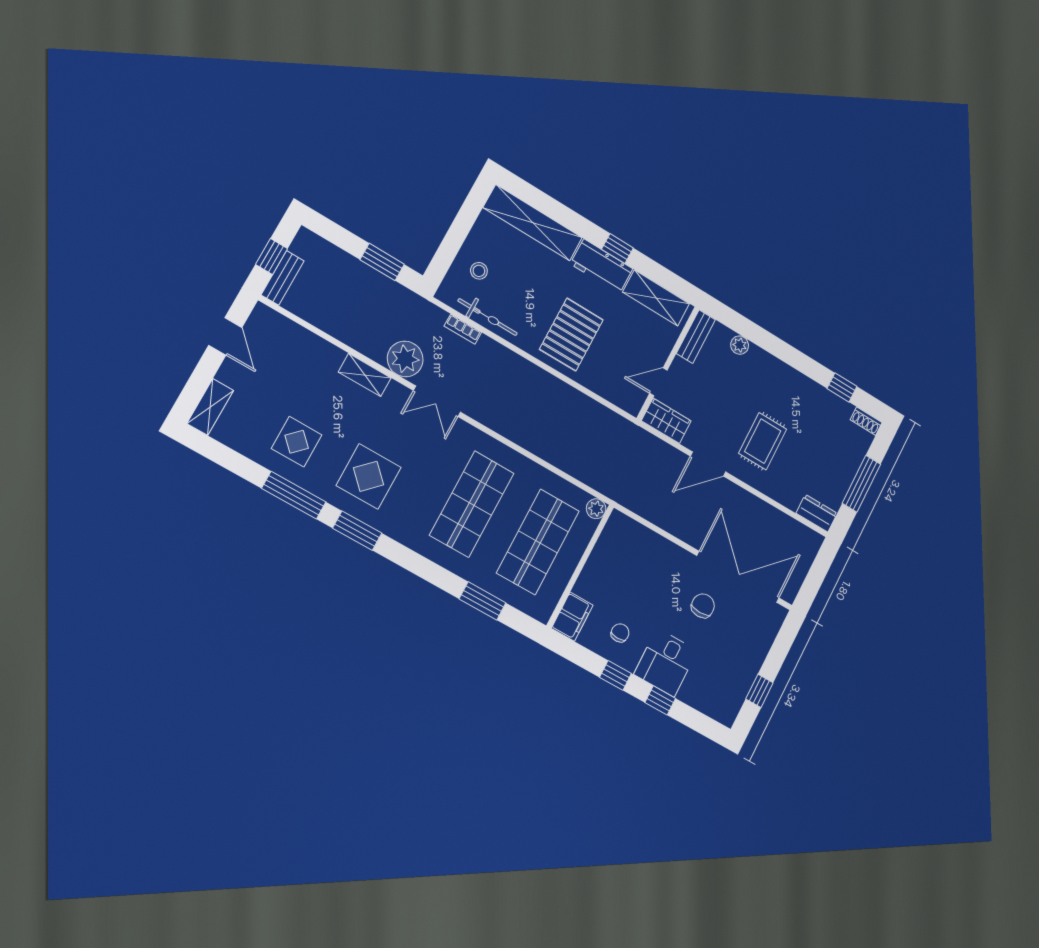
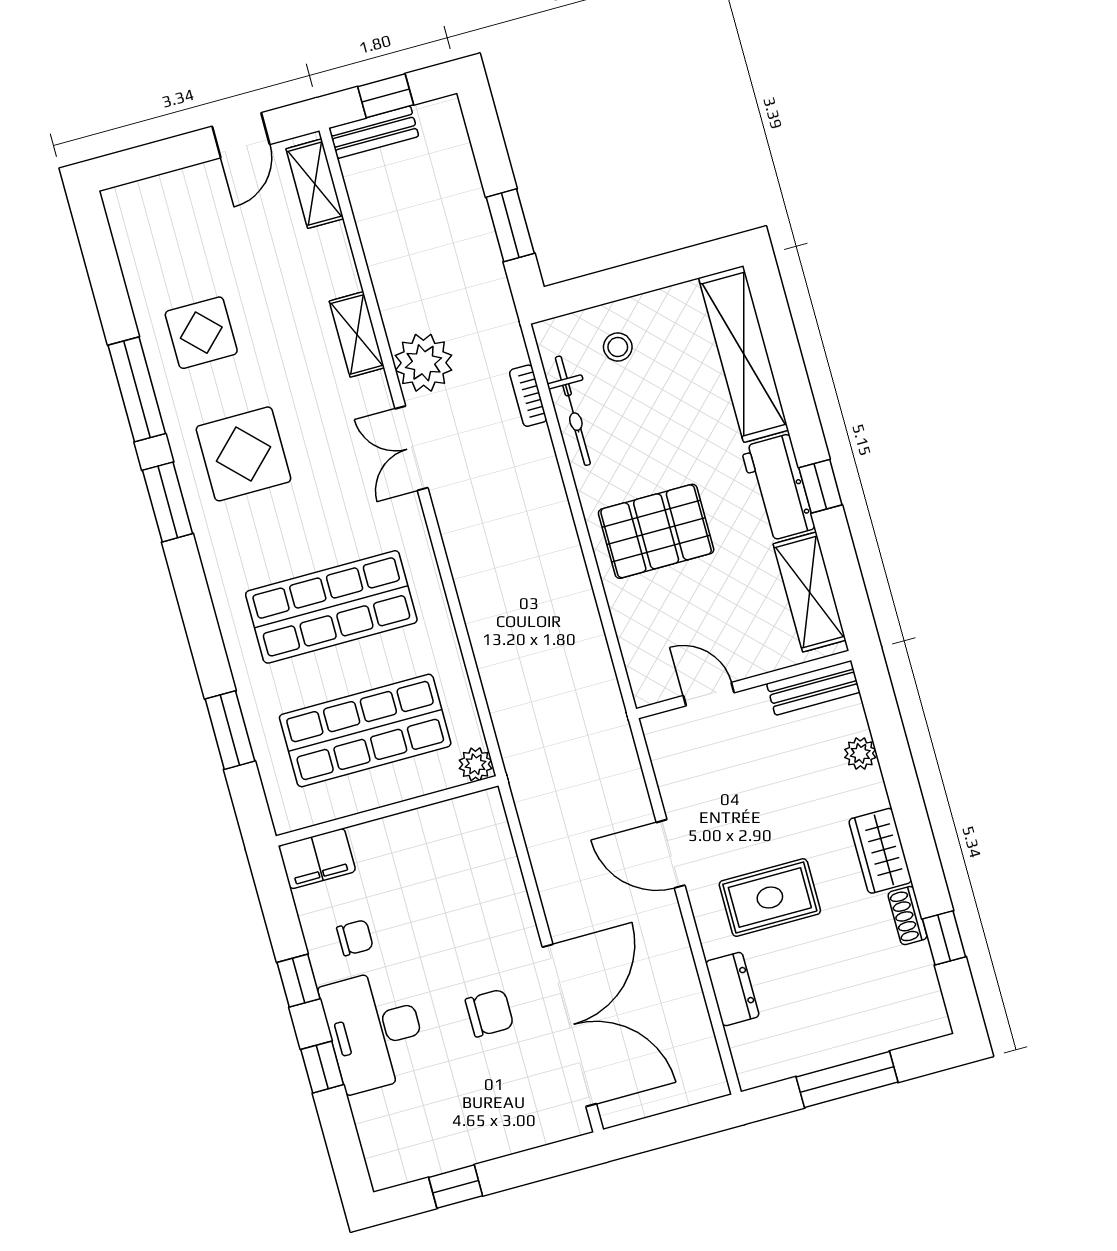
shelving: (210, 407) -> (315, 184), moved, turned 90
wardrobe: (666, 421) -> (880, 851), moved, turned 180
shoe rack: (866, 421) -> (907, 916), moved
dresser: (817, 513) -> (732, 989), moved
desk: (666, 662) -> (375, 1030), width x1.37

